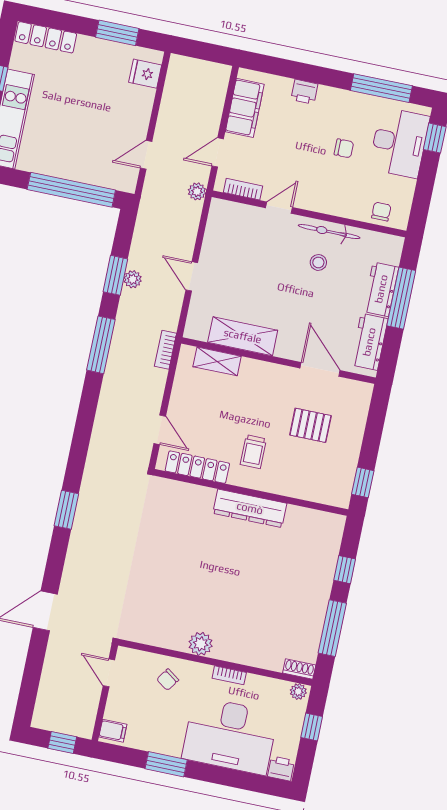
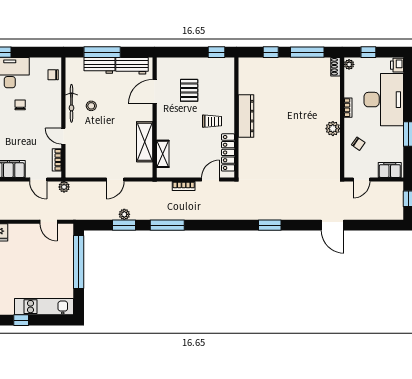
bookcase: (166, 350) -> (184, 186), moved
filing cabinet: (113, 731) -> (390, 170), width x2.00

